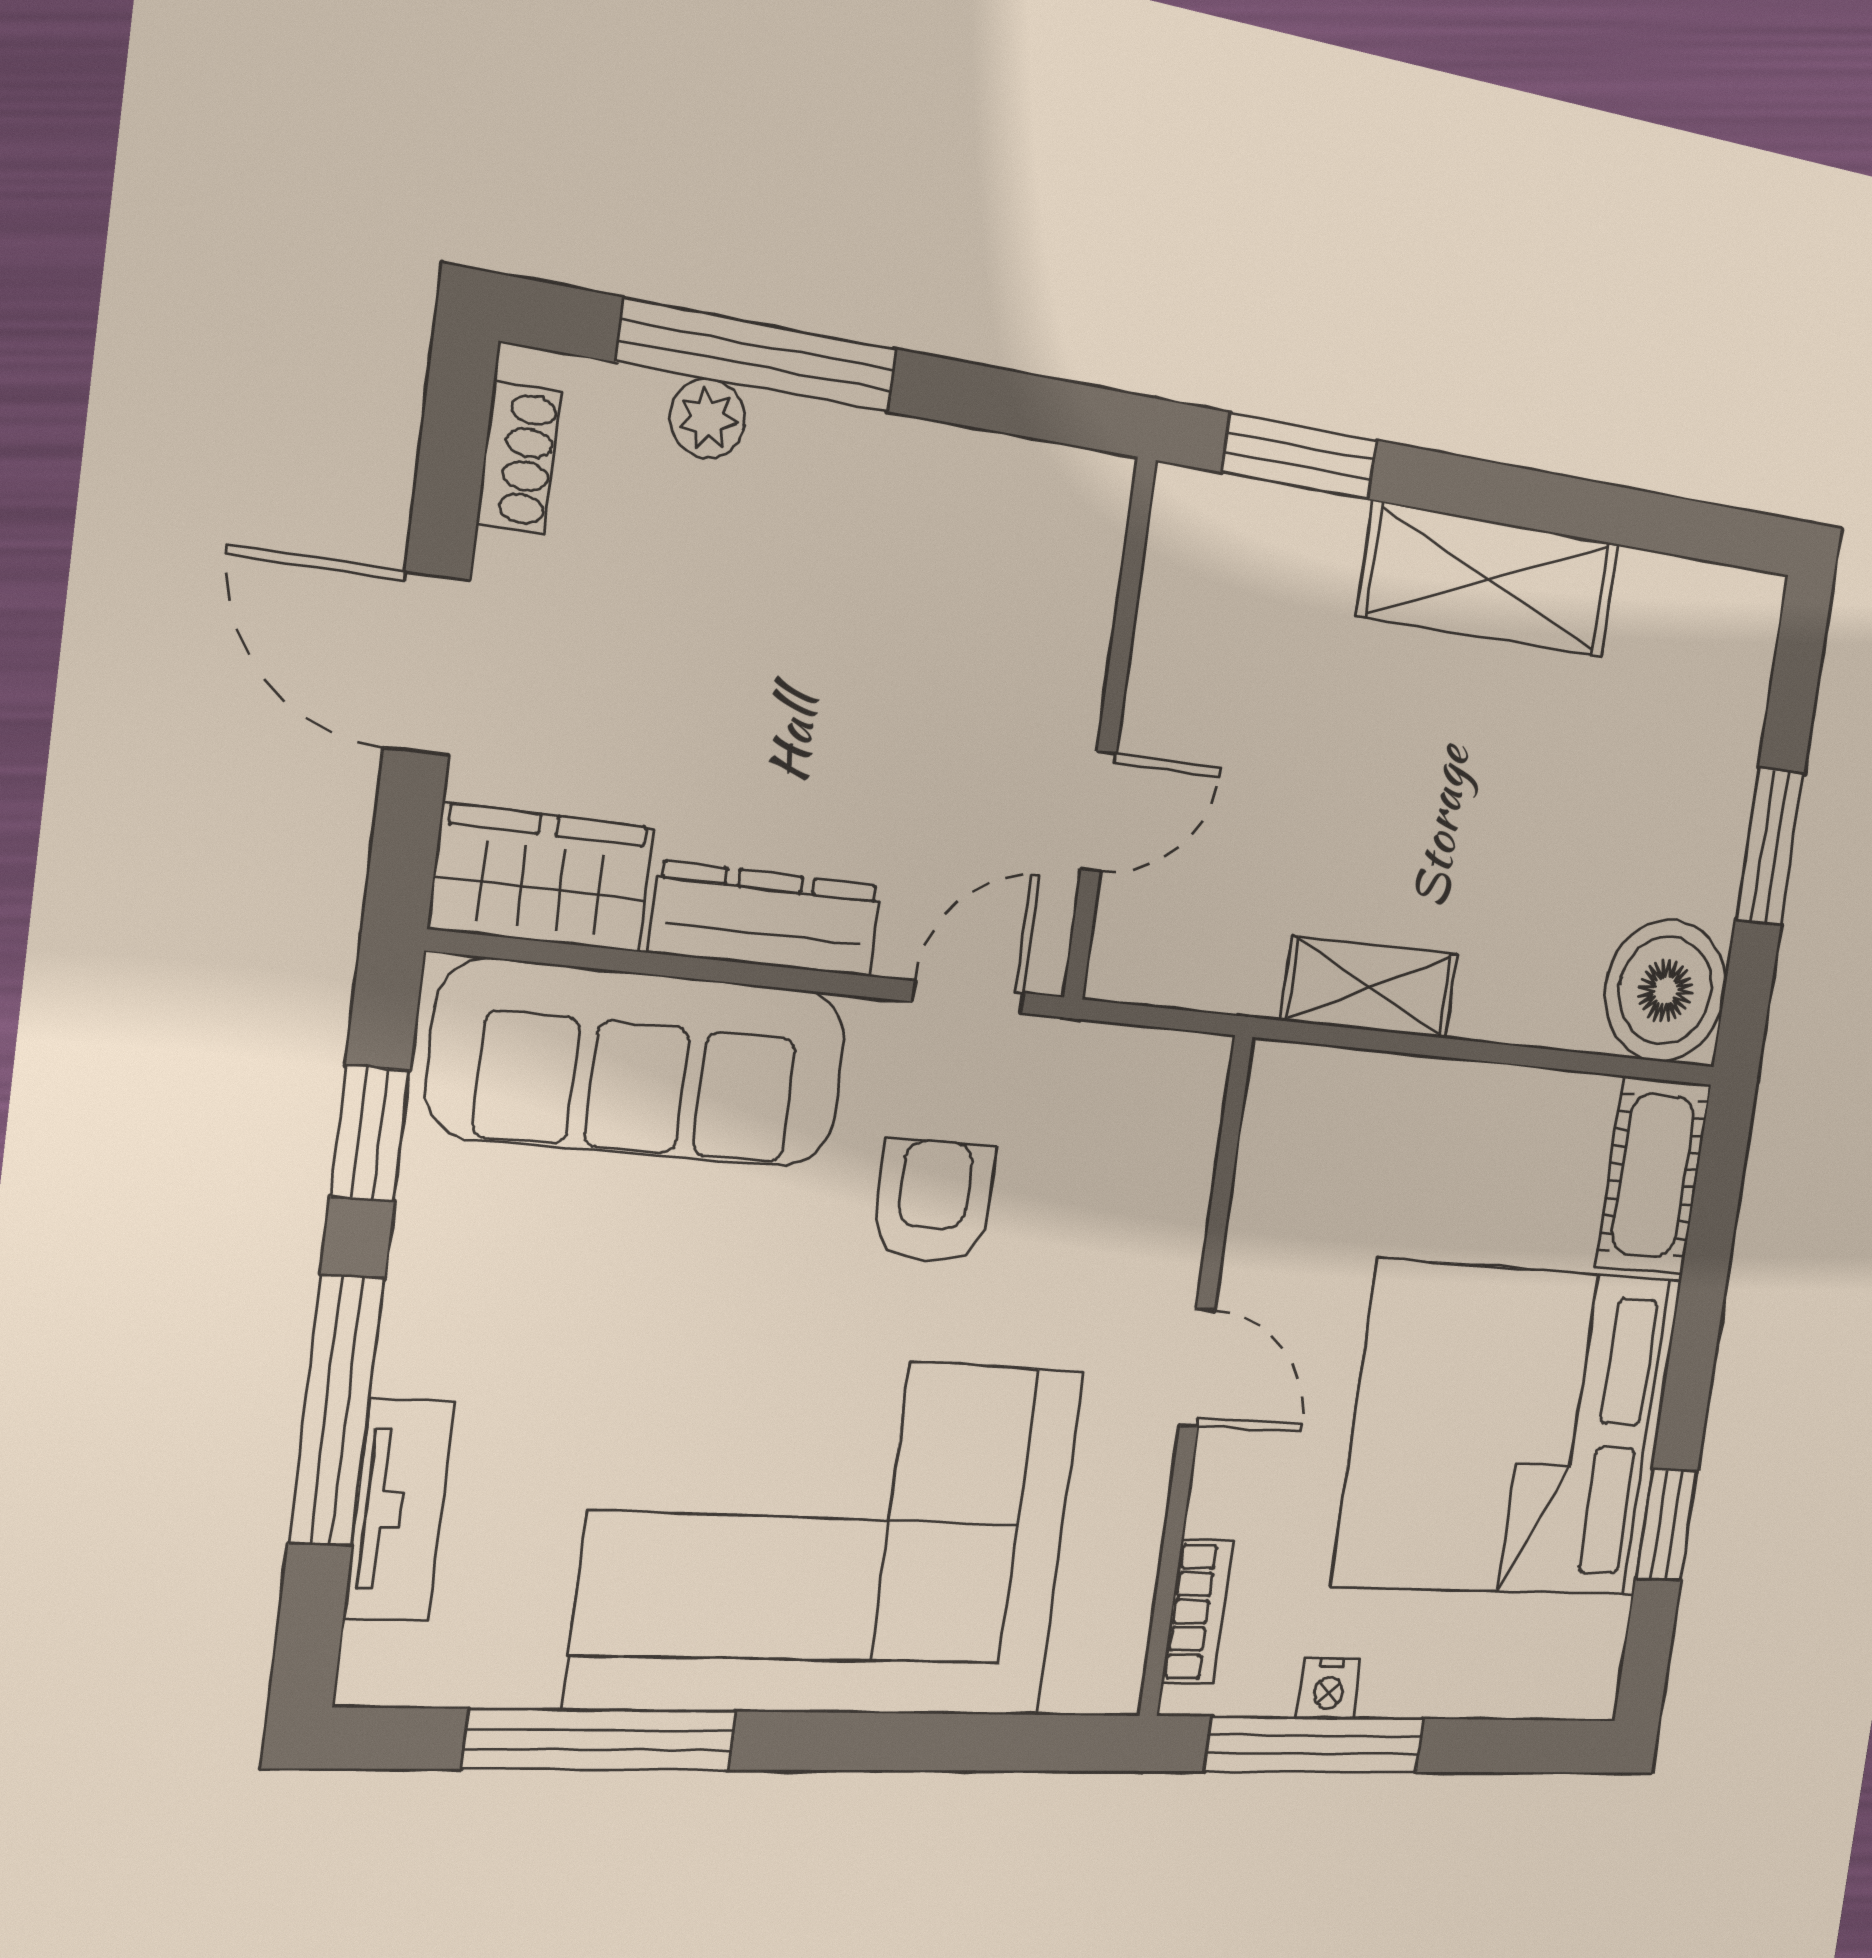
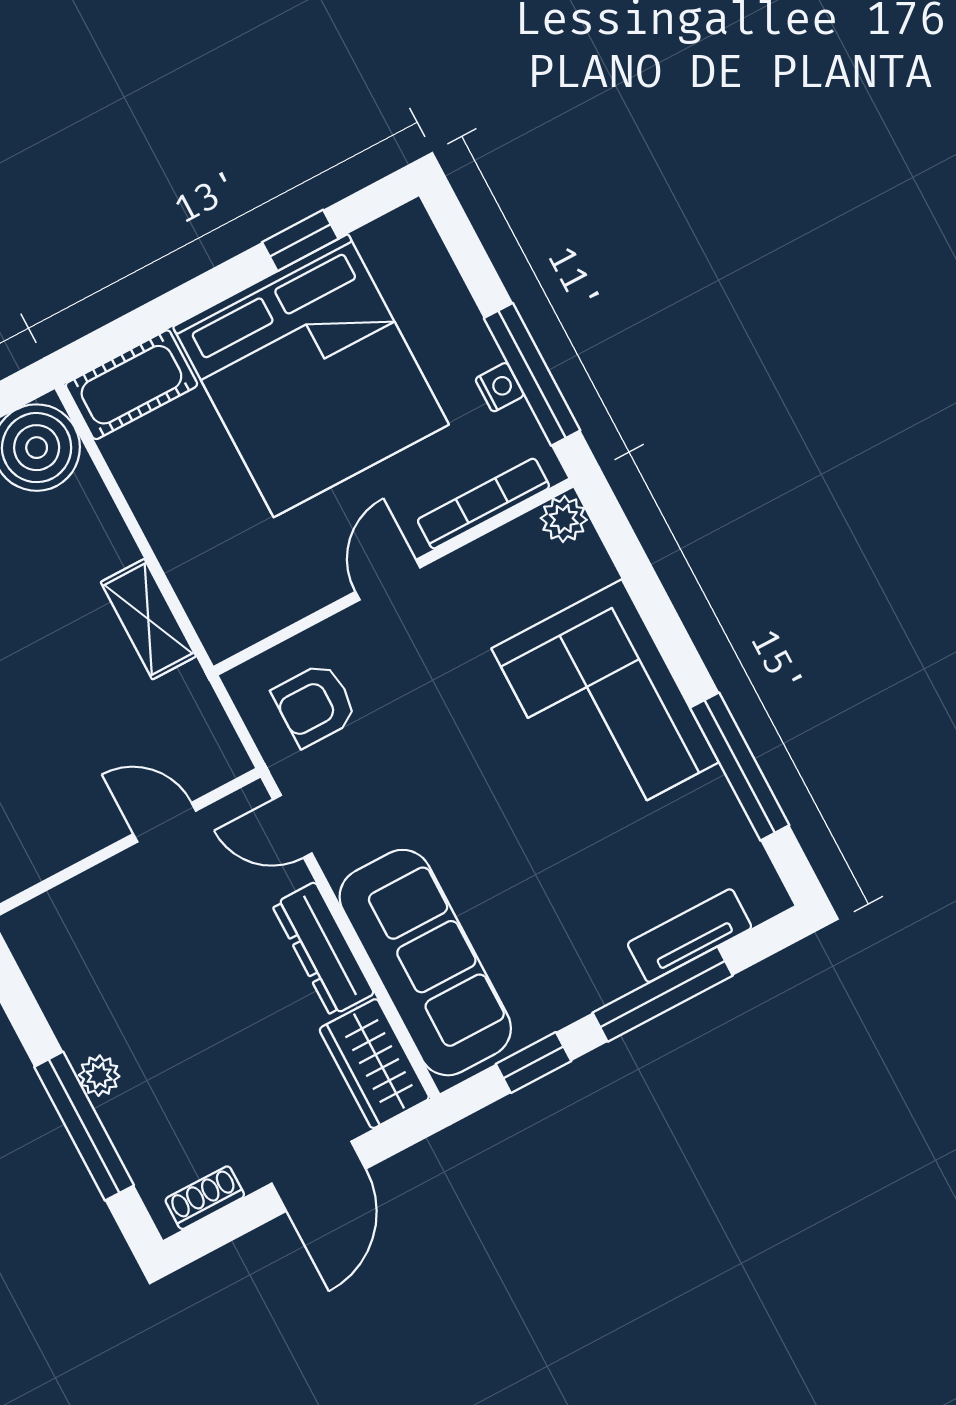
plant: (707, 419) -> (99, 1076), moved
armchair: (934, 1201) -> (315, 705), moved
corner sofa: (830, 1536) -> (605, 705), width x0.73, depth x0.74
bookcase: (1197, 1612) -> (483, 504), width x1.56
plant: (1109, 1677) -> (564, 519), added

